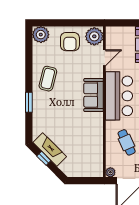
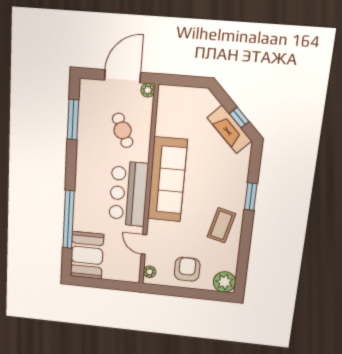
plant: (94, 36) -> (150, 272), width x0.53, depth x0.53
door: (104, 58) -> (144, 244), hinge flipped
sofa: (94, 95) -> (167, 180), width x1.85, depth x1.27

